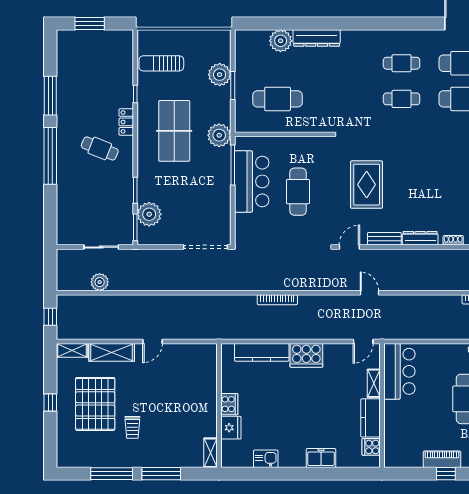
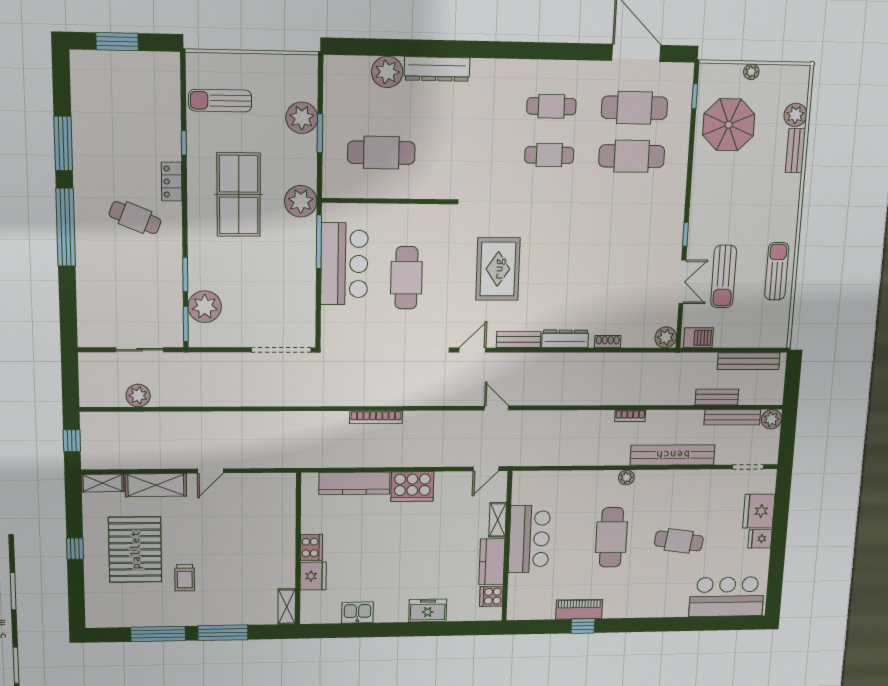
bar counter: (399, 371) -> (529, 539), moved

